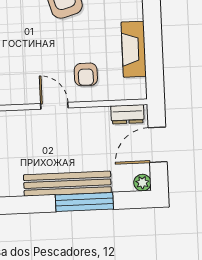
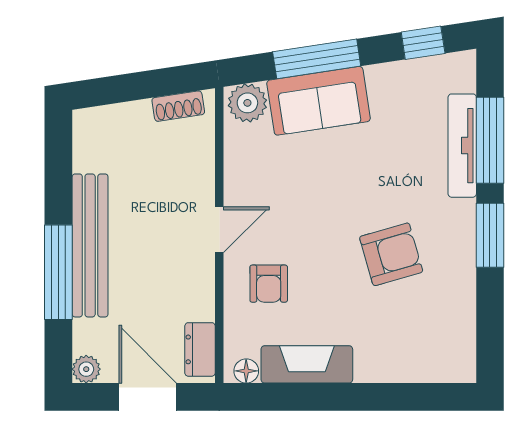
armchair: (86, 74) -> (269, 284), turned -90
floor lamp: (139, 86) -> (246, 371), added

